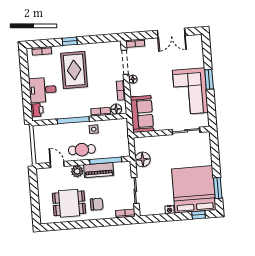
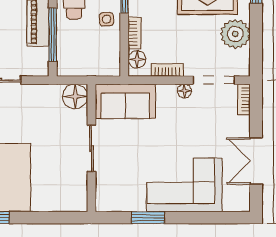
plant: (96, 52) -> (235, 34), added
window: (209, 79) -> (148, 218), moved
corner sofa: (190, 91) -> (184, 185), moved
sliding door: (186, 131) -> (91, 148), moved
floor lamp: (143, 159) -> (75, 96), moved

